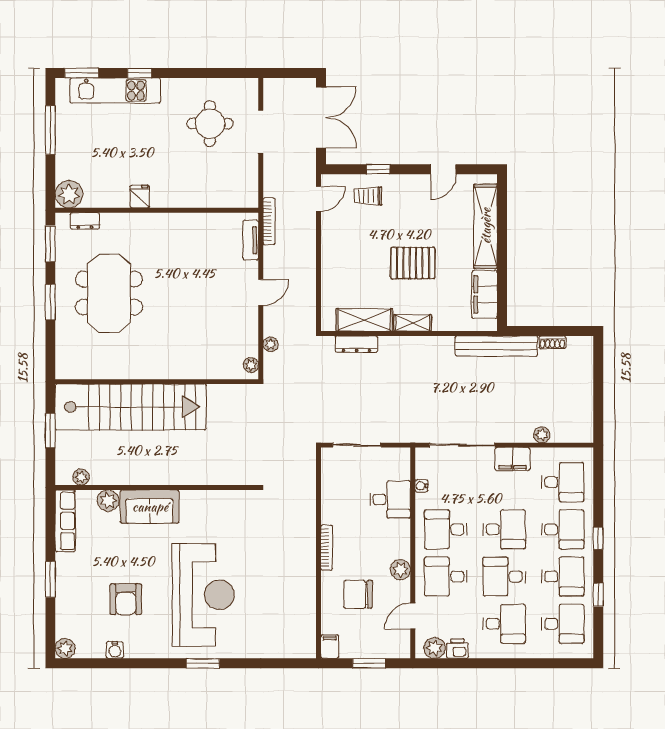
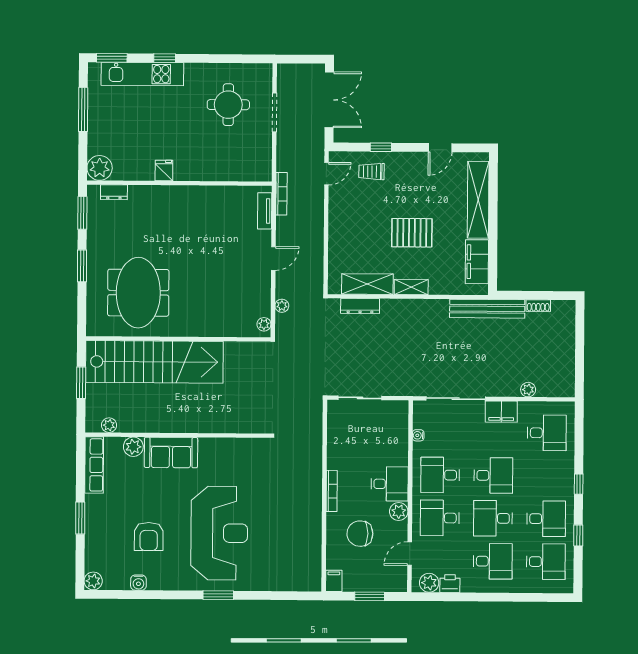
meeting table: (109, 293) -> (138, 293), moved
desk: (390, 499) -> (390, 484), moved
desk: (563, 529) -> (546, 476), removed

